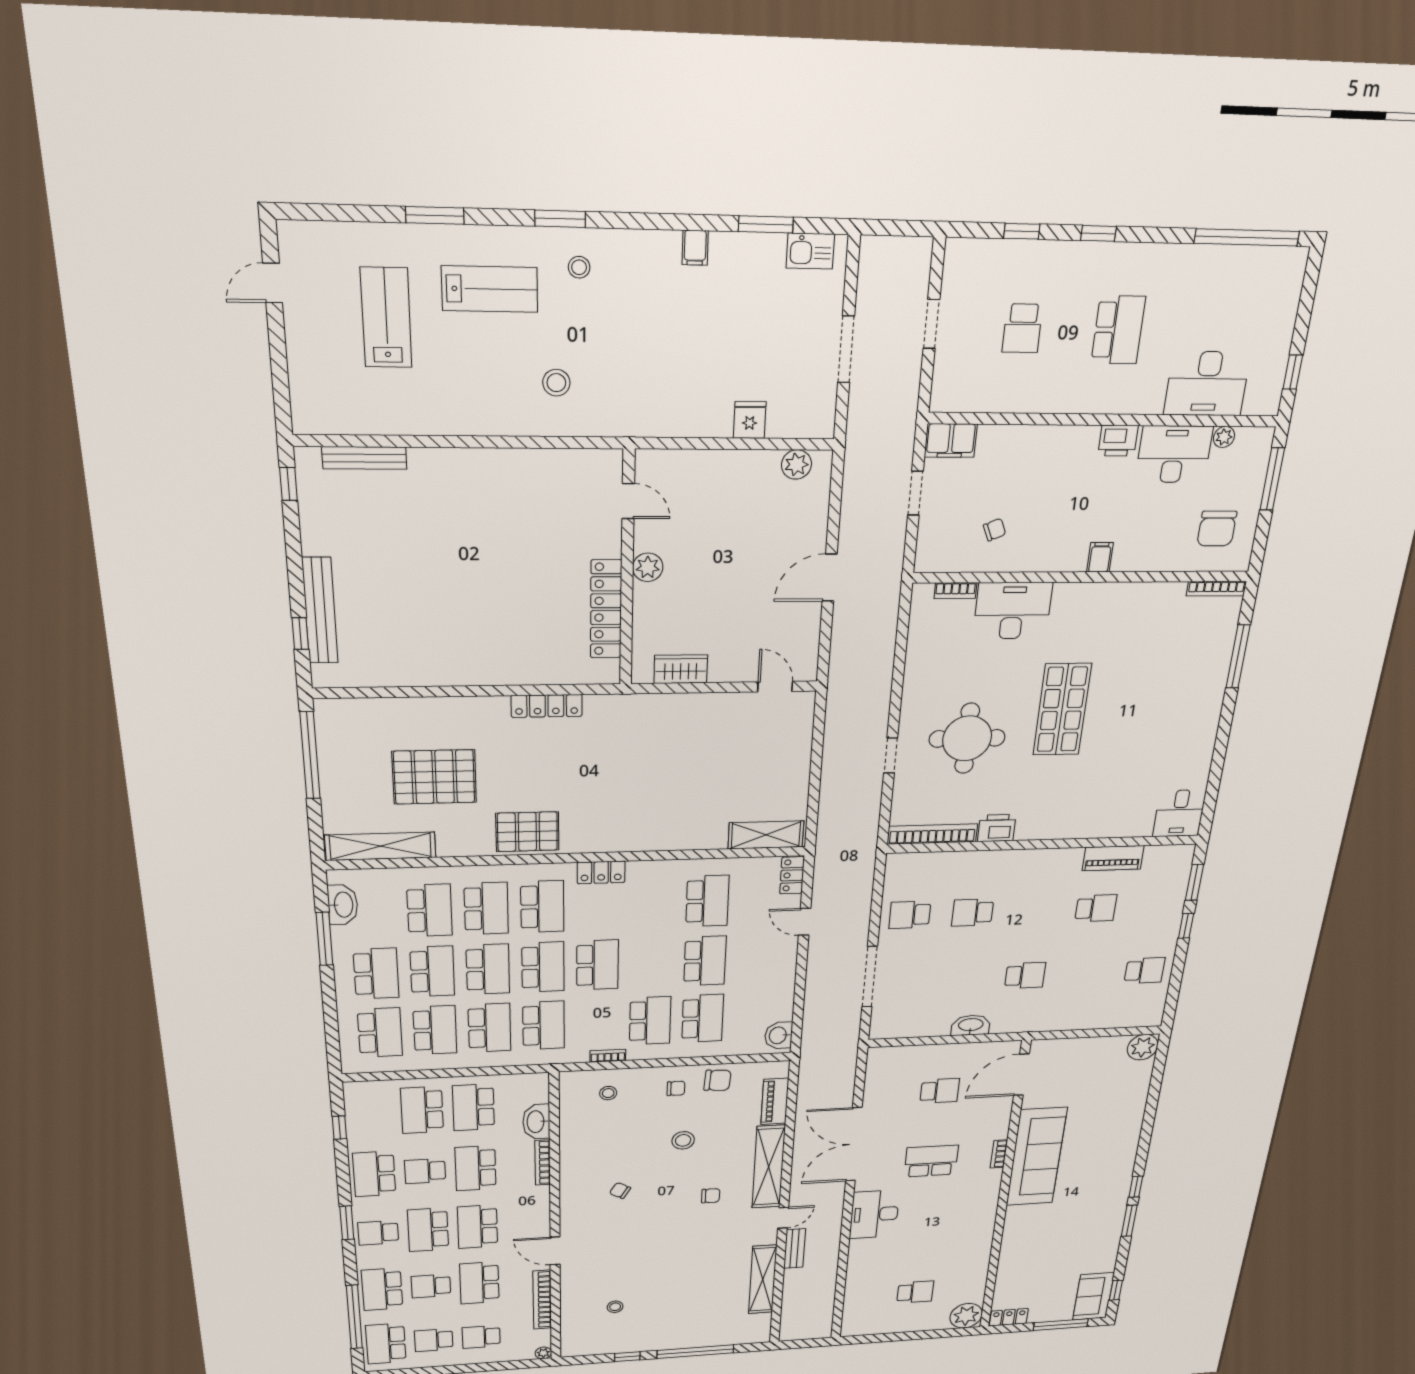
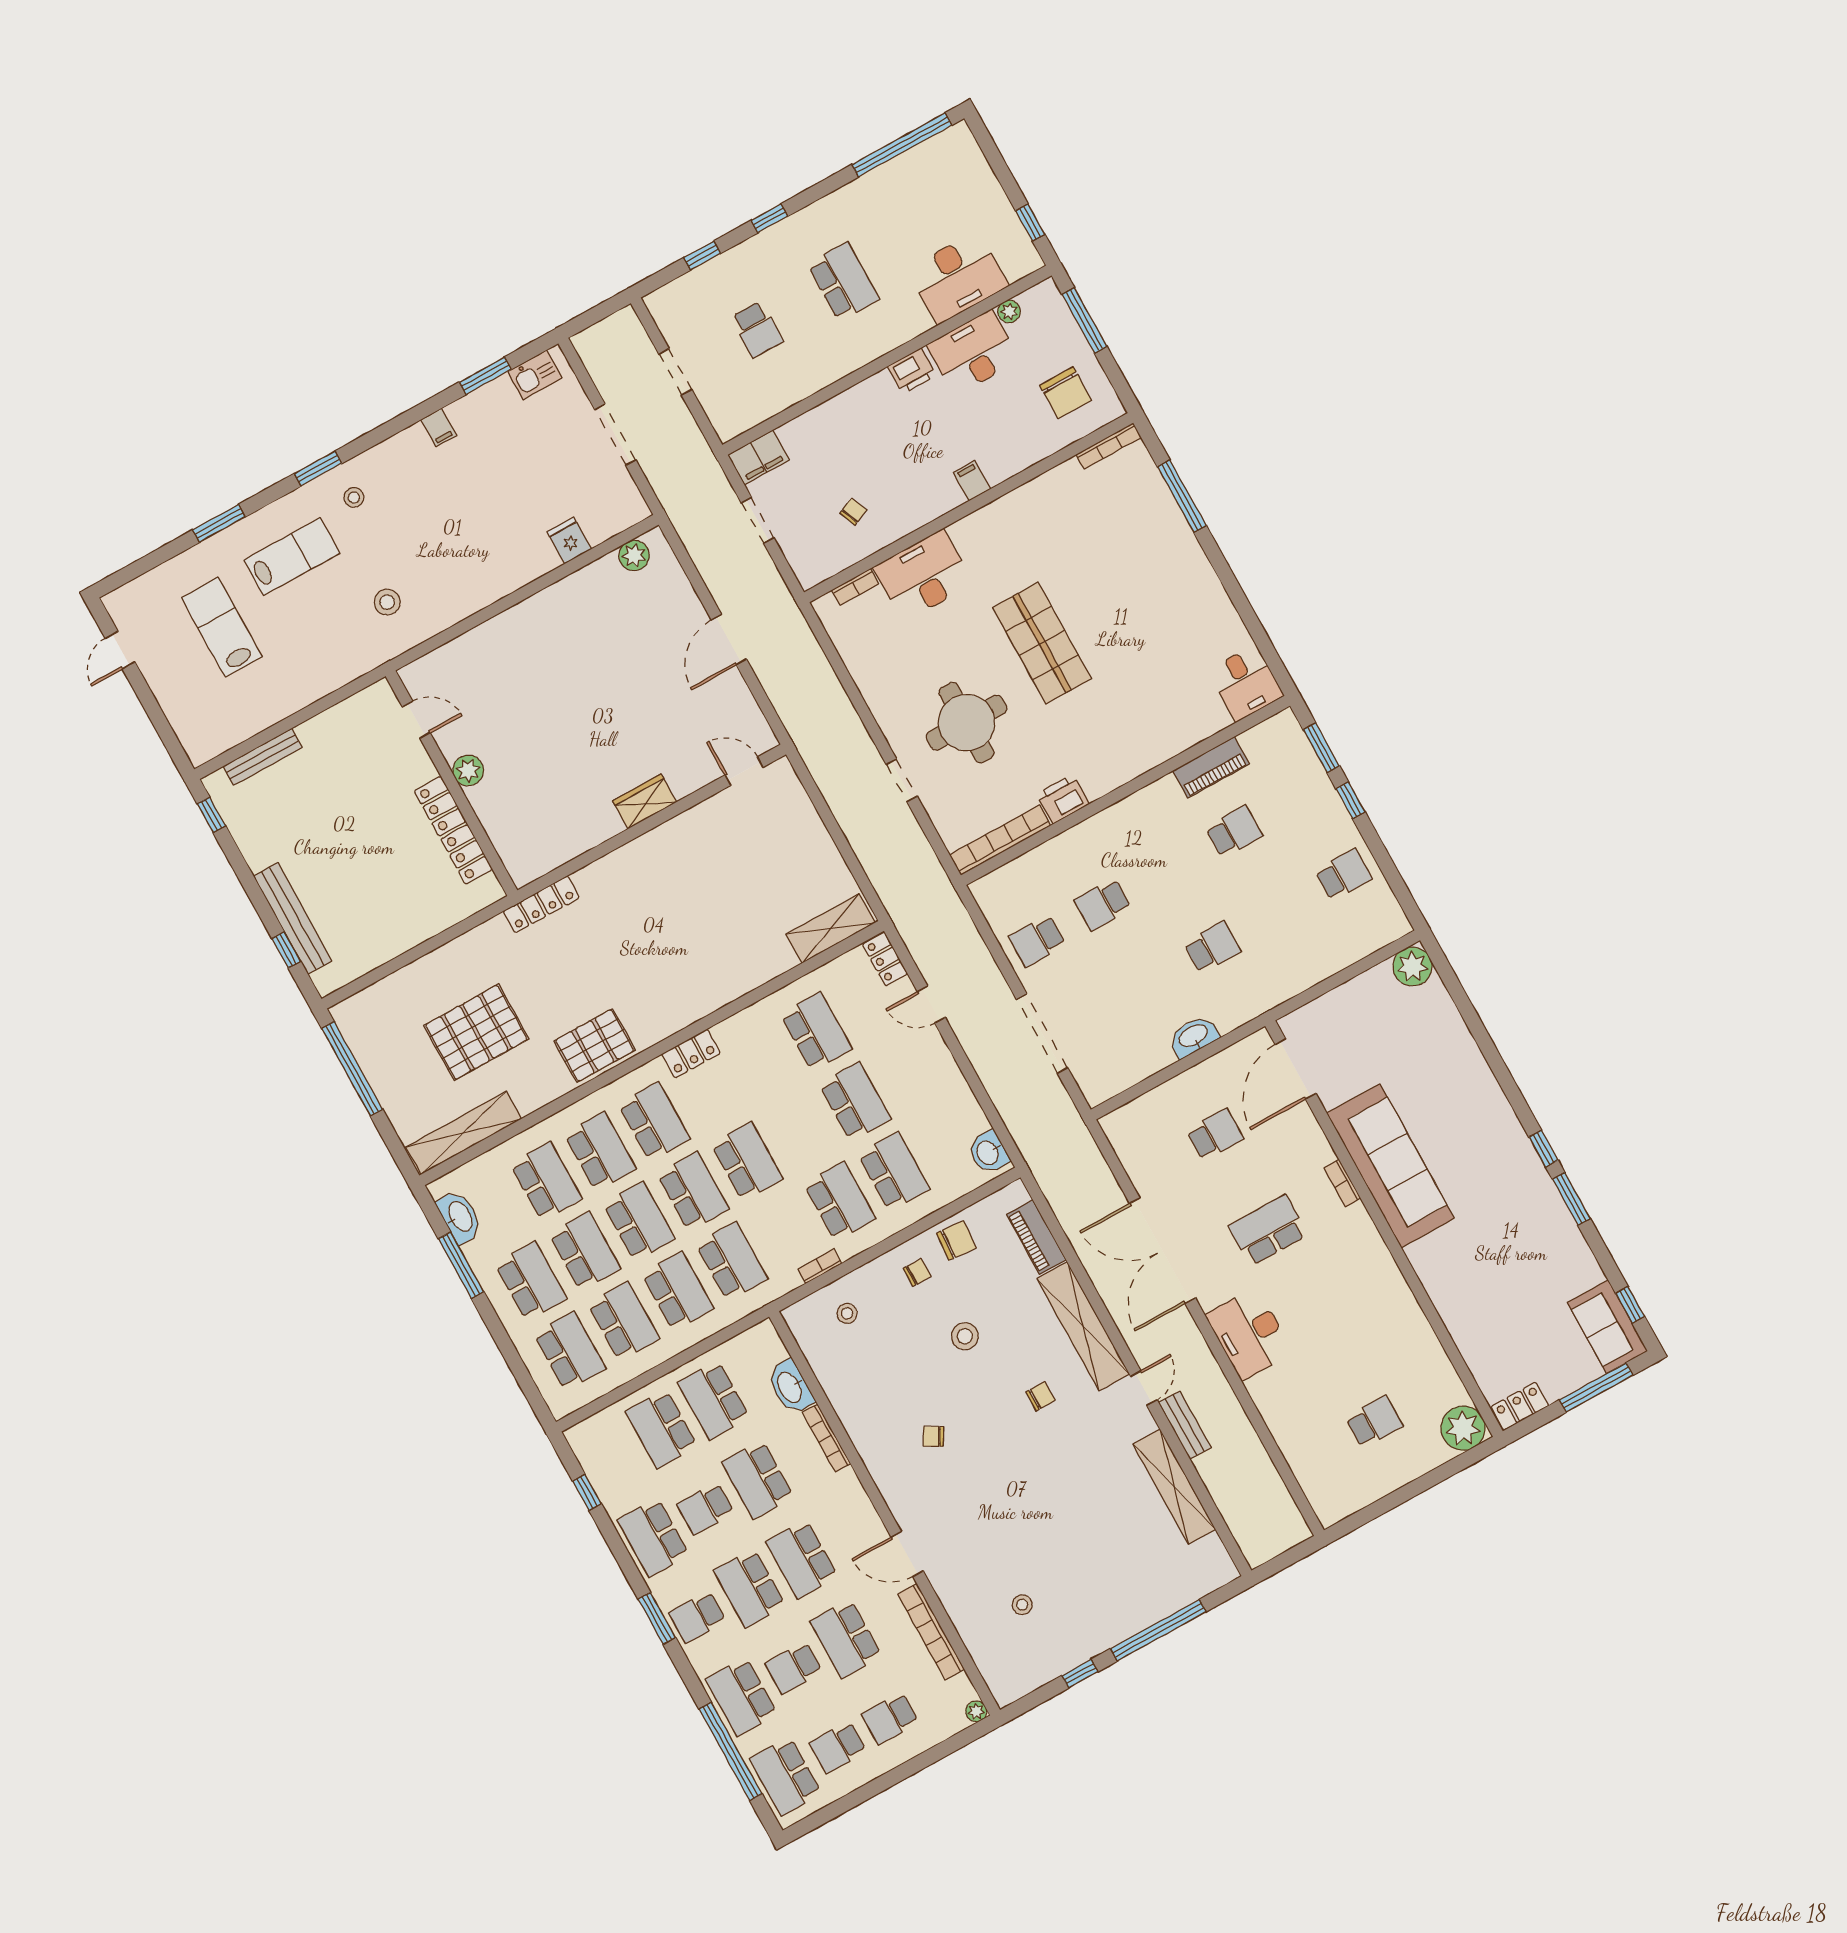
door: (628, 501) -> (416, 720), moved
plant: (648, 567) -> (468, 770), moved
wall: (627, 570) -> (451, 783), moved
locker: (606, 609) -> (453, 830), moved

